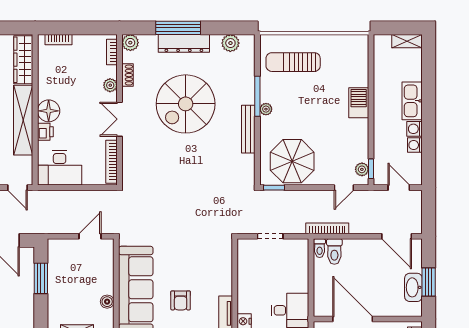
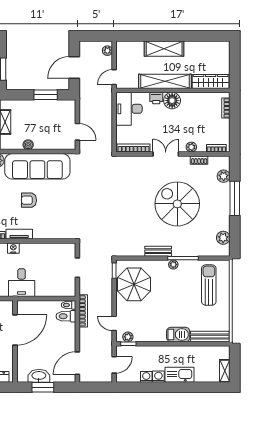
plant: (130, 43) -> (224, 176), moved
dresser: (184, 43) -> (223, 203), removed
bench: (361, 61) -> (210, 337), added
bench: (248, 129) -> (158, 251), width x0.73

